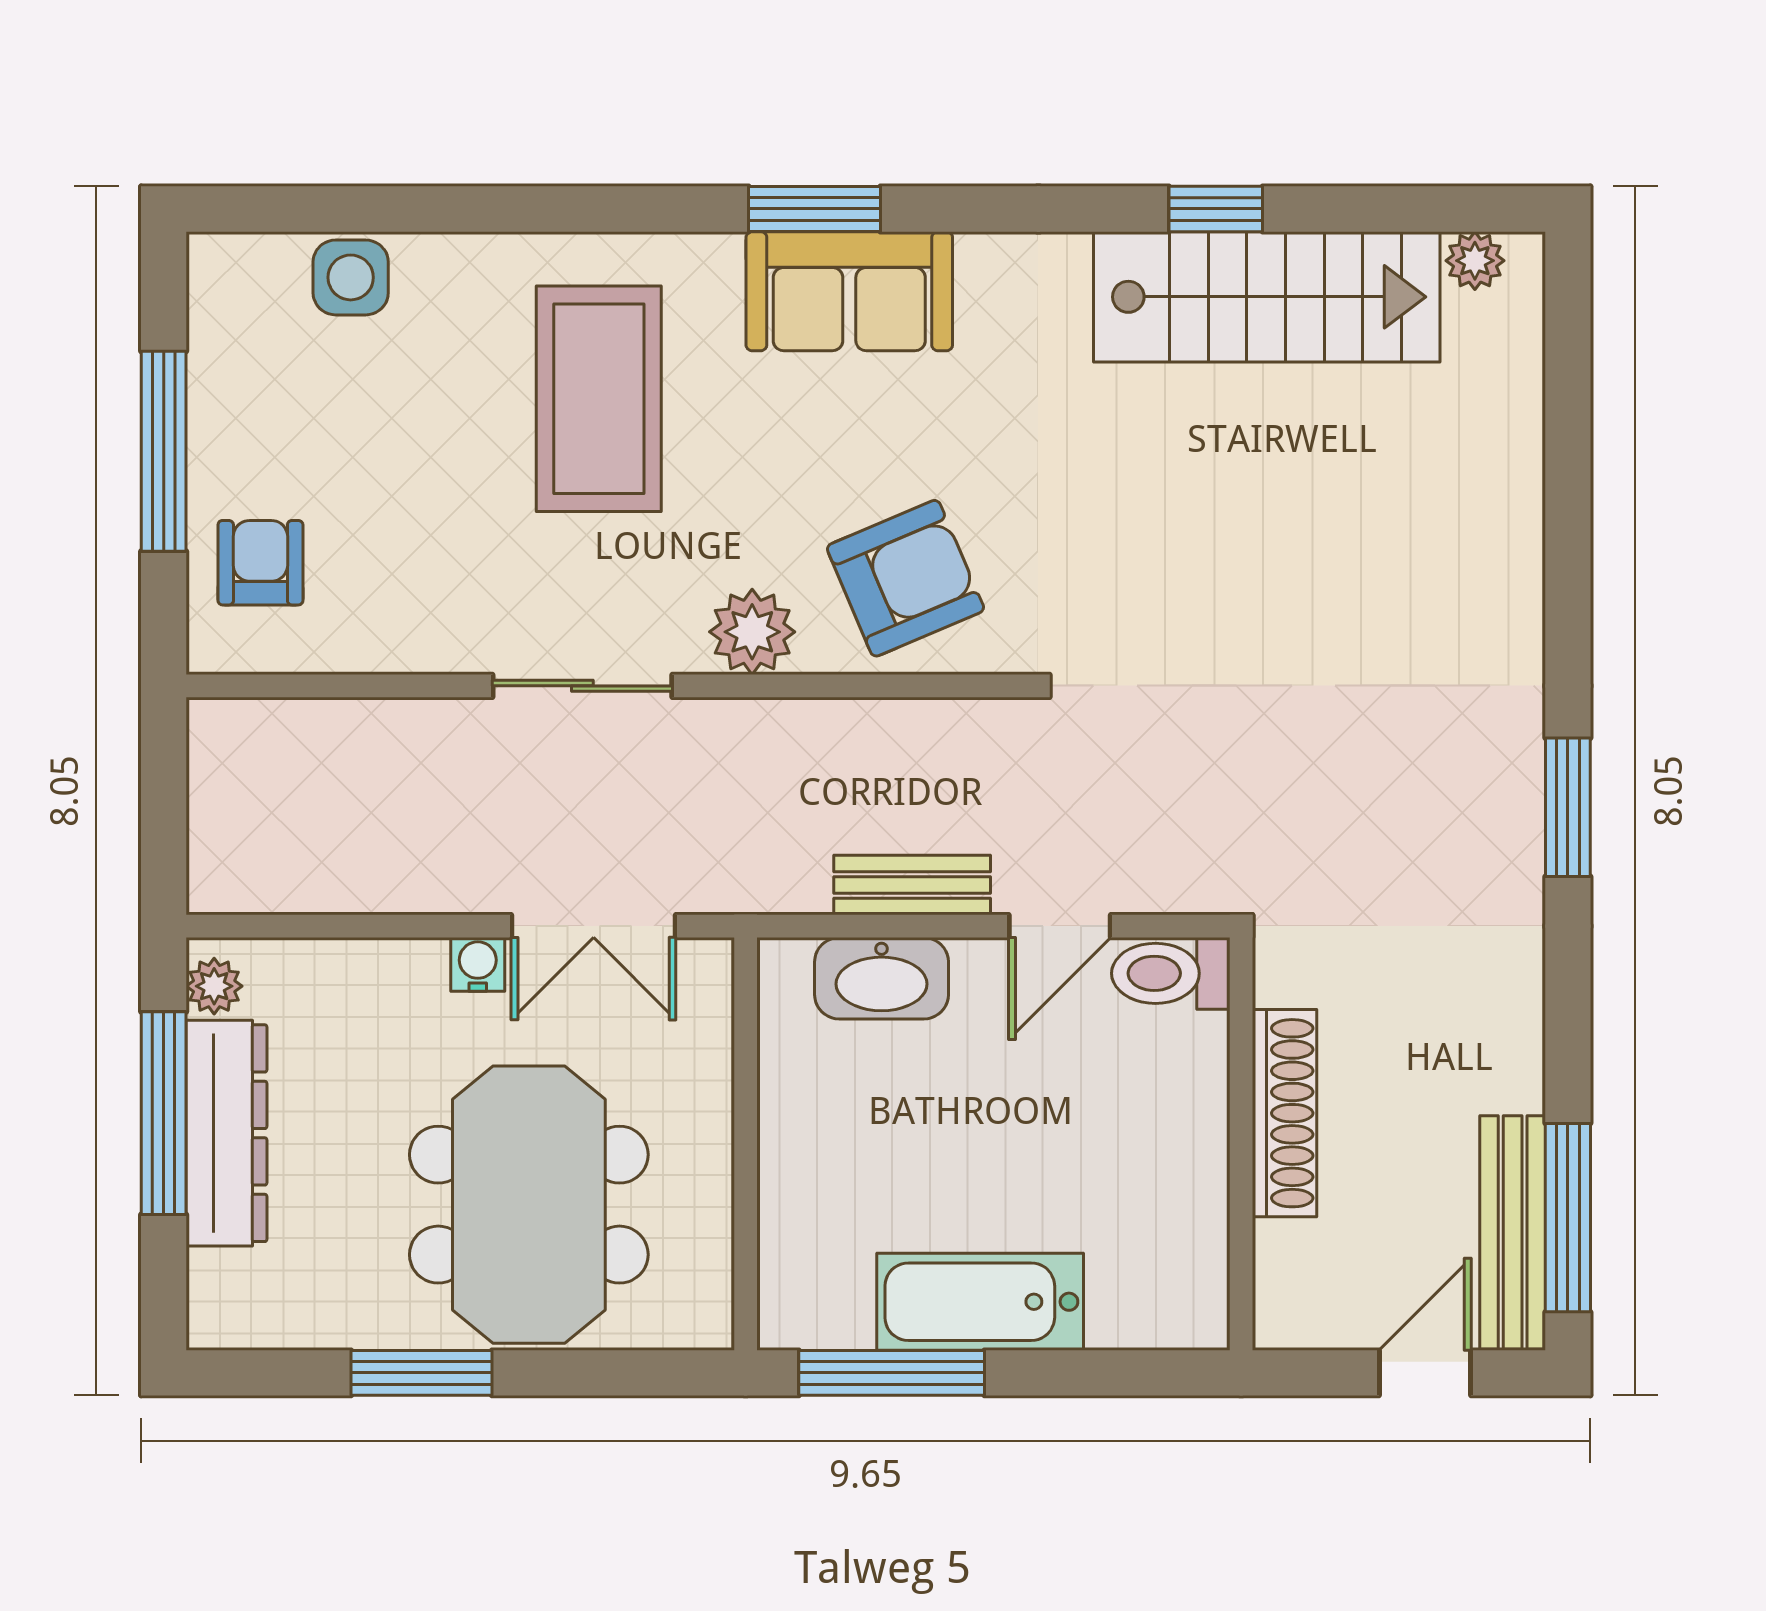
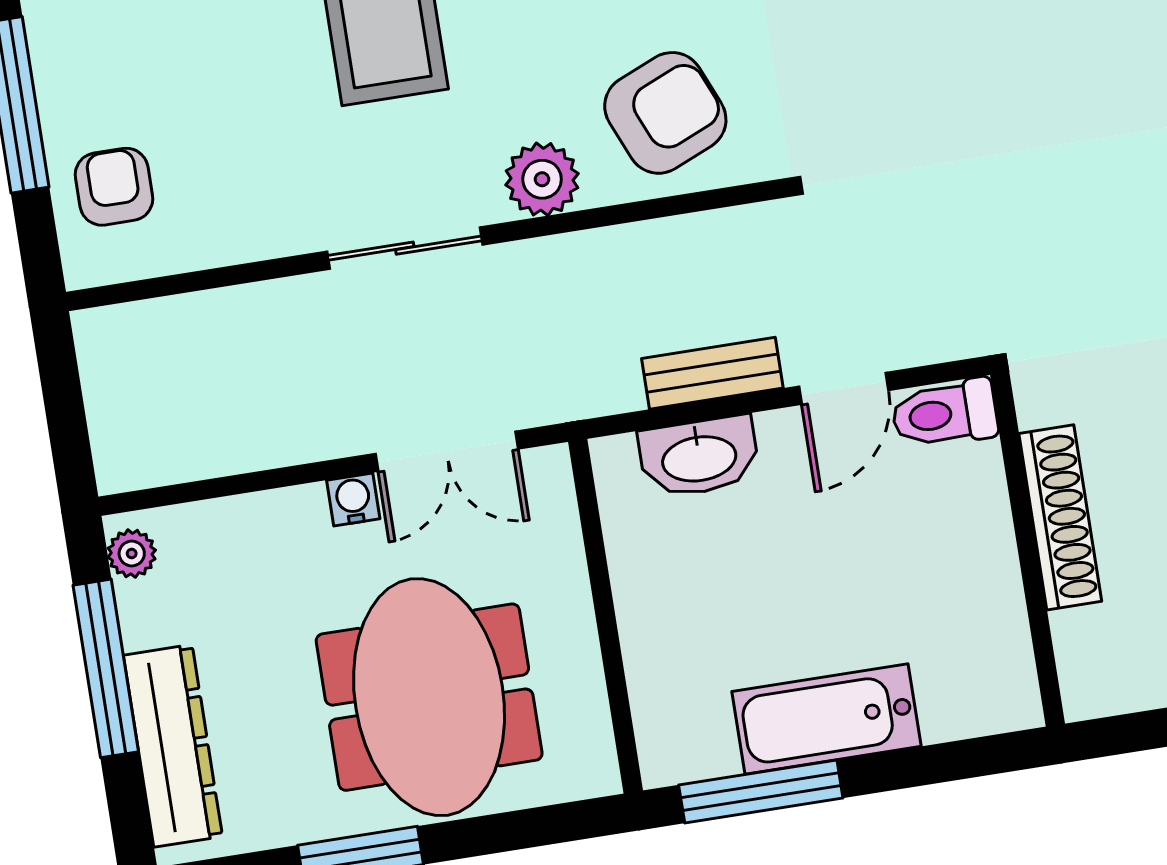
dresser: (226, 1133) -> (173, 746), moved

